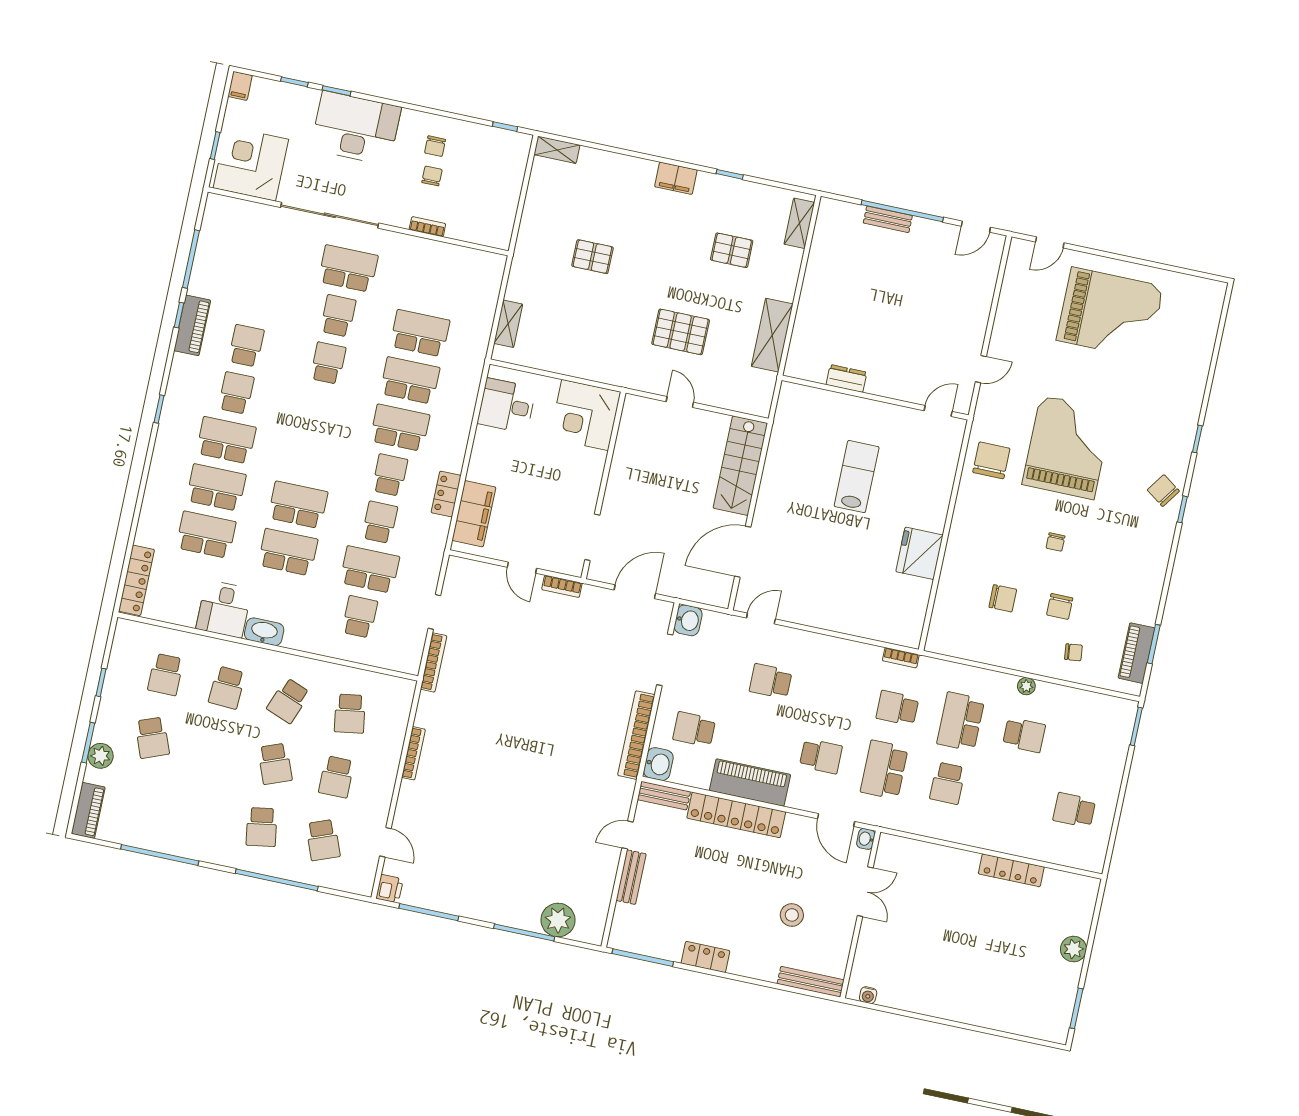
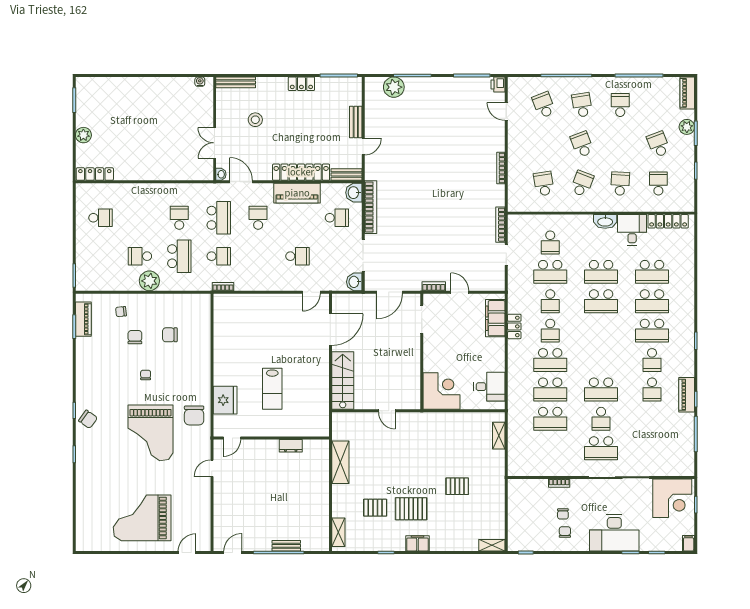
pallet: (681, 332) -> (411, 509), moved
school desk: (328, 363) -> (601, 389), width x1.85
fridge: (920, 553) -> (225, 400), moved
locker: (136, 580) -> (668, 221), moved, turned -90
plant: (1026, 686) -> (149, 281), width x1.88, depth x1.88
school desk: (821, 756) -> (258, 218), turned 90
school desk: (336, 777) -> (620, 105), moved
locker: (1011, 870) -> (95, 174), moved

